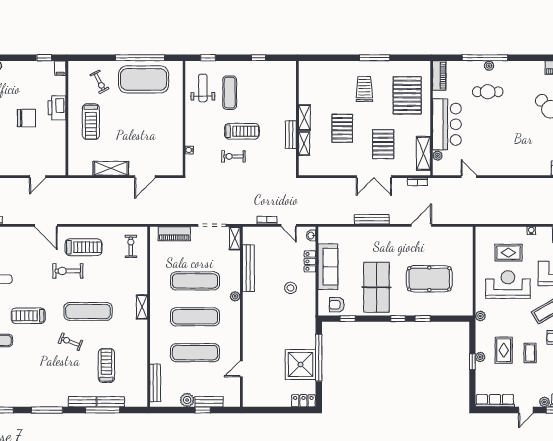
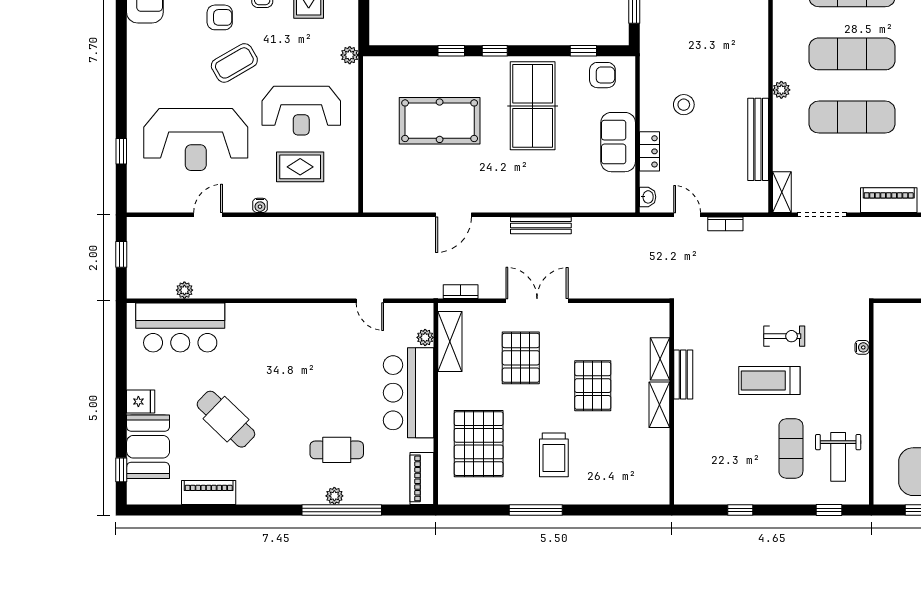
sofa: (328, 267) -> (618, 142), width x0.73

